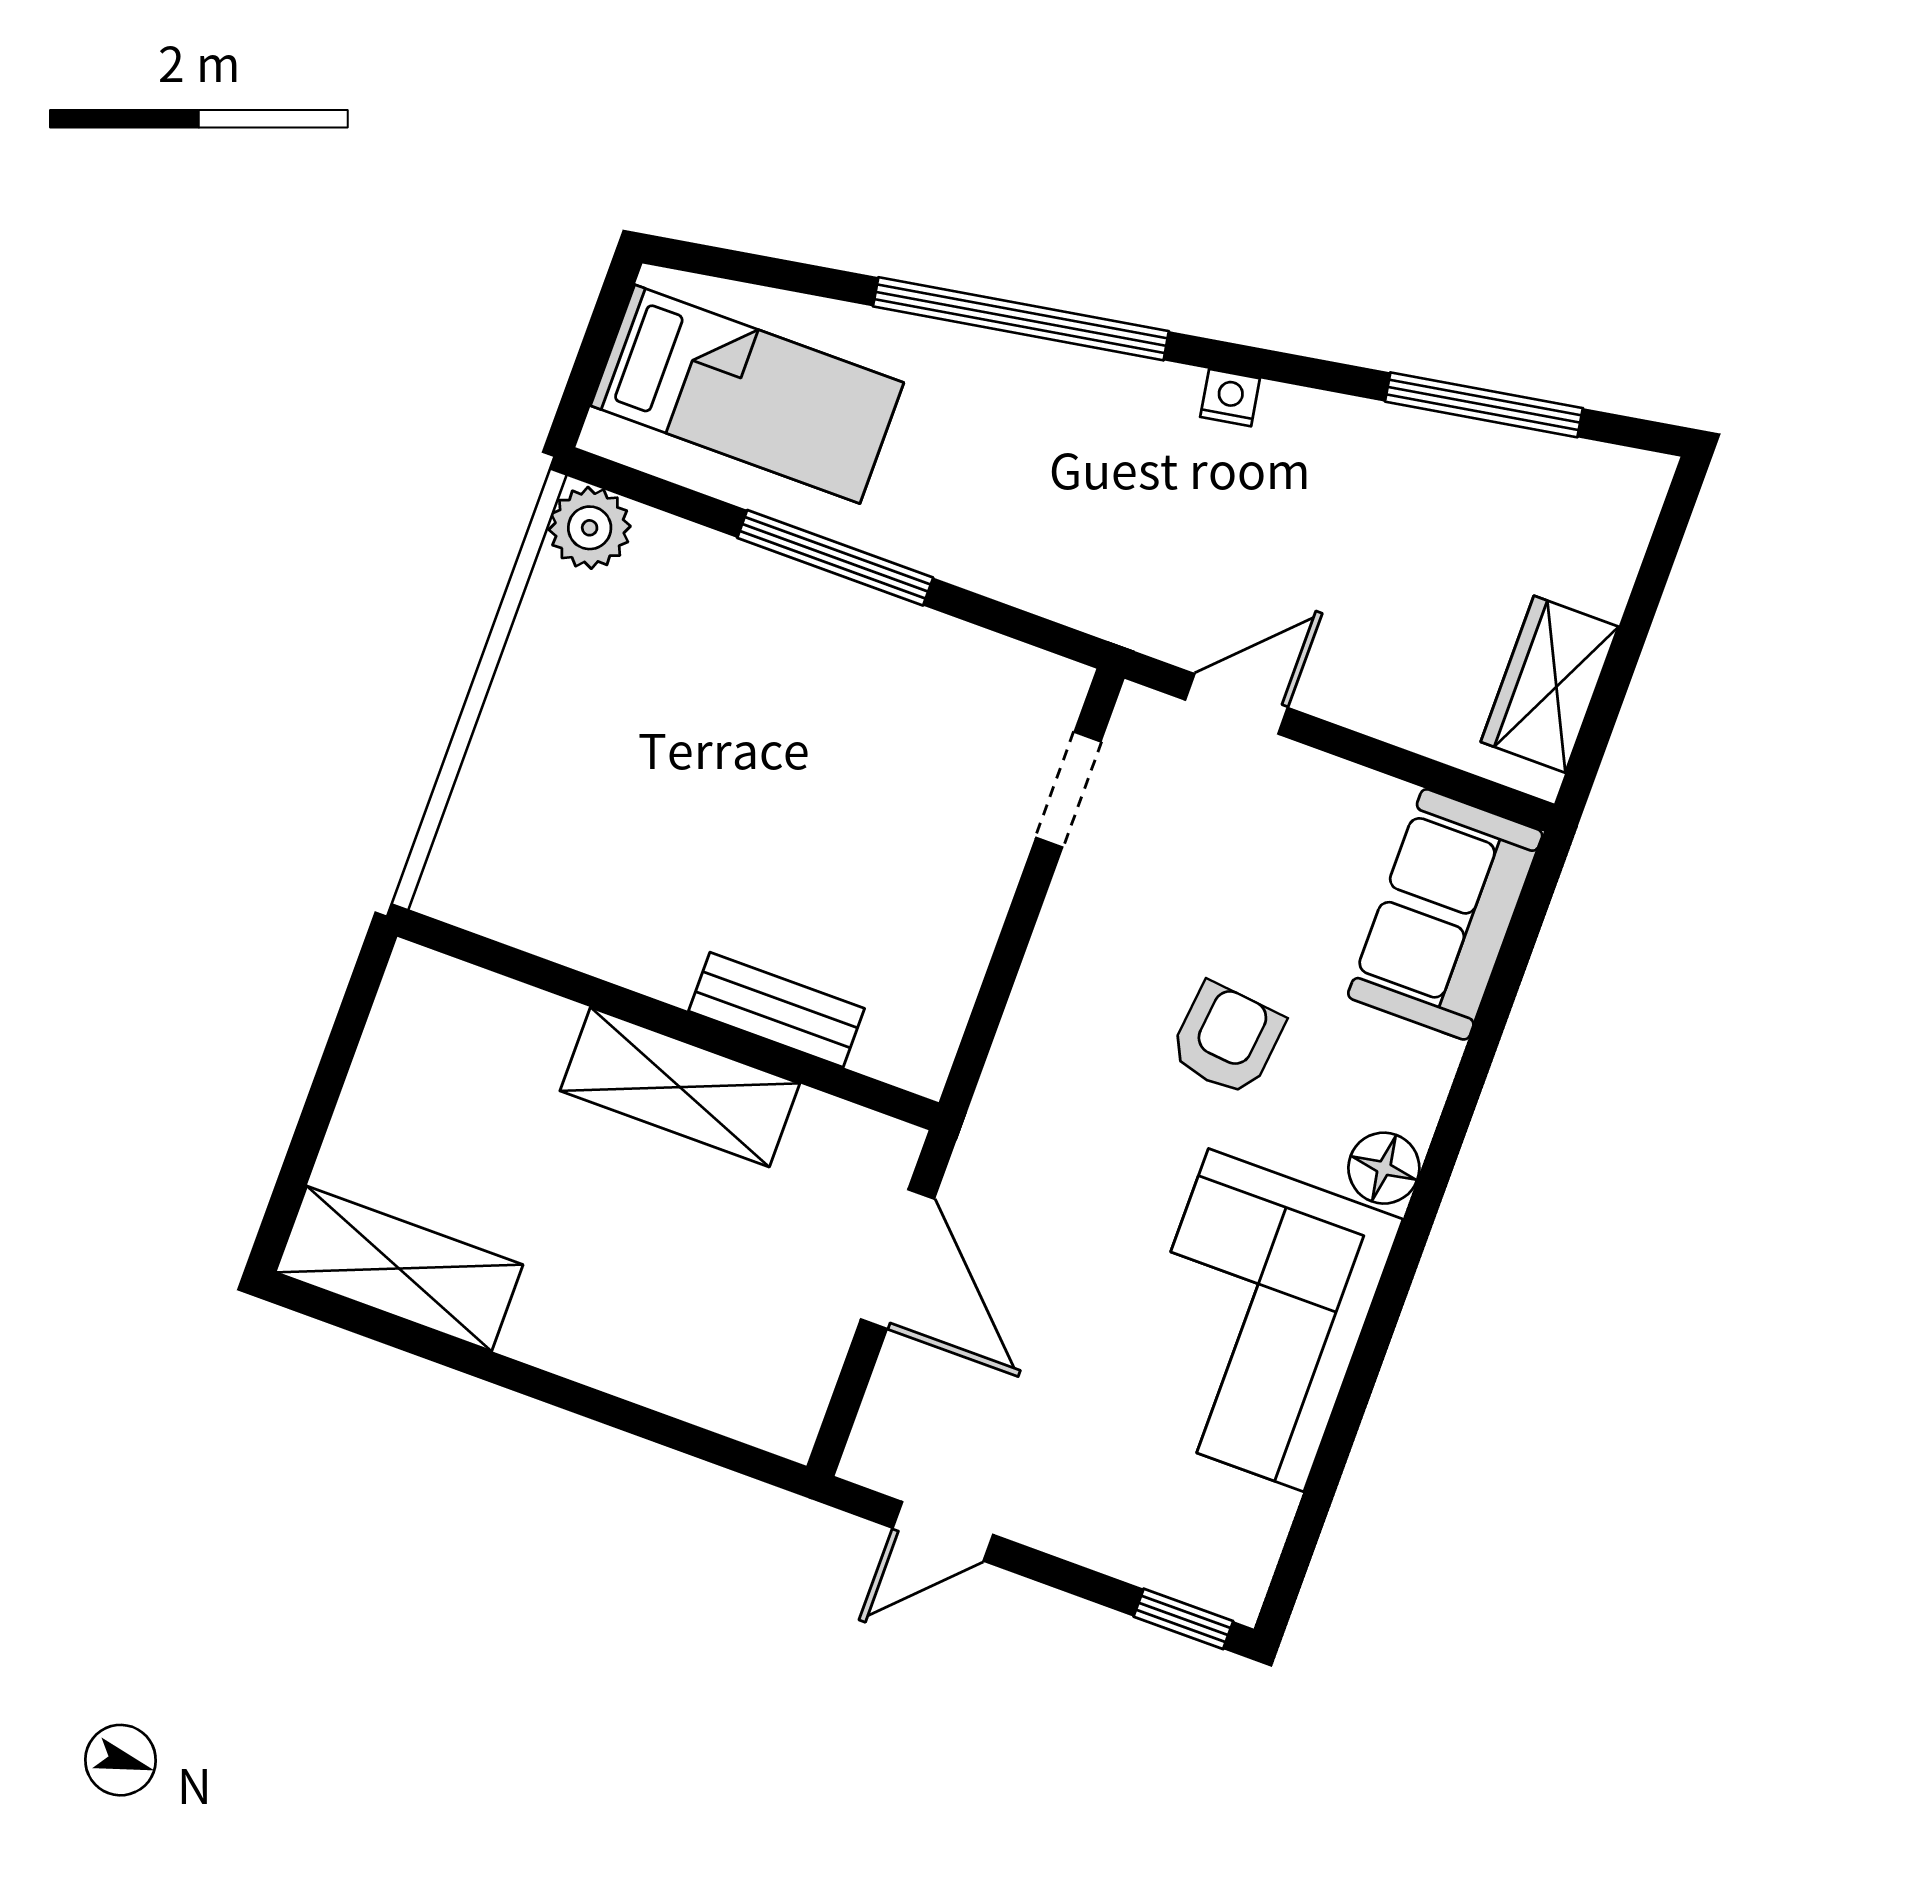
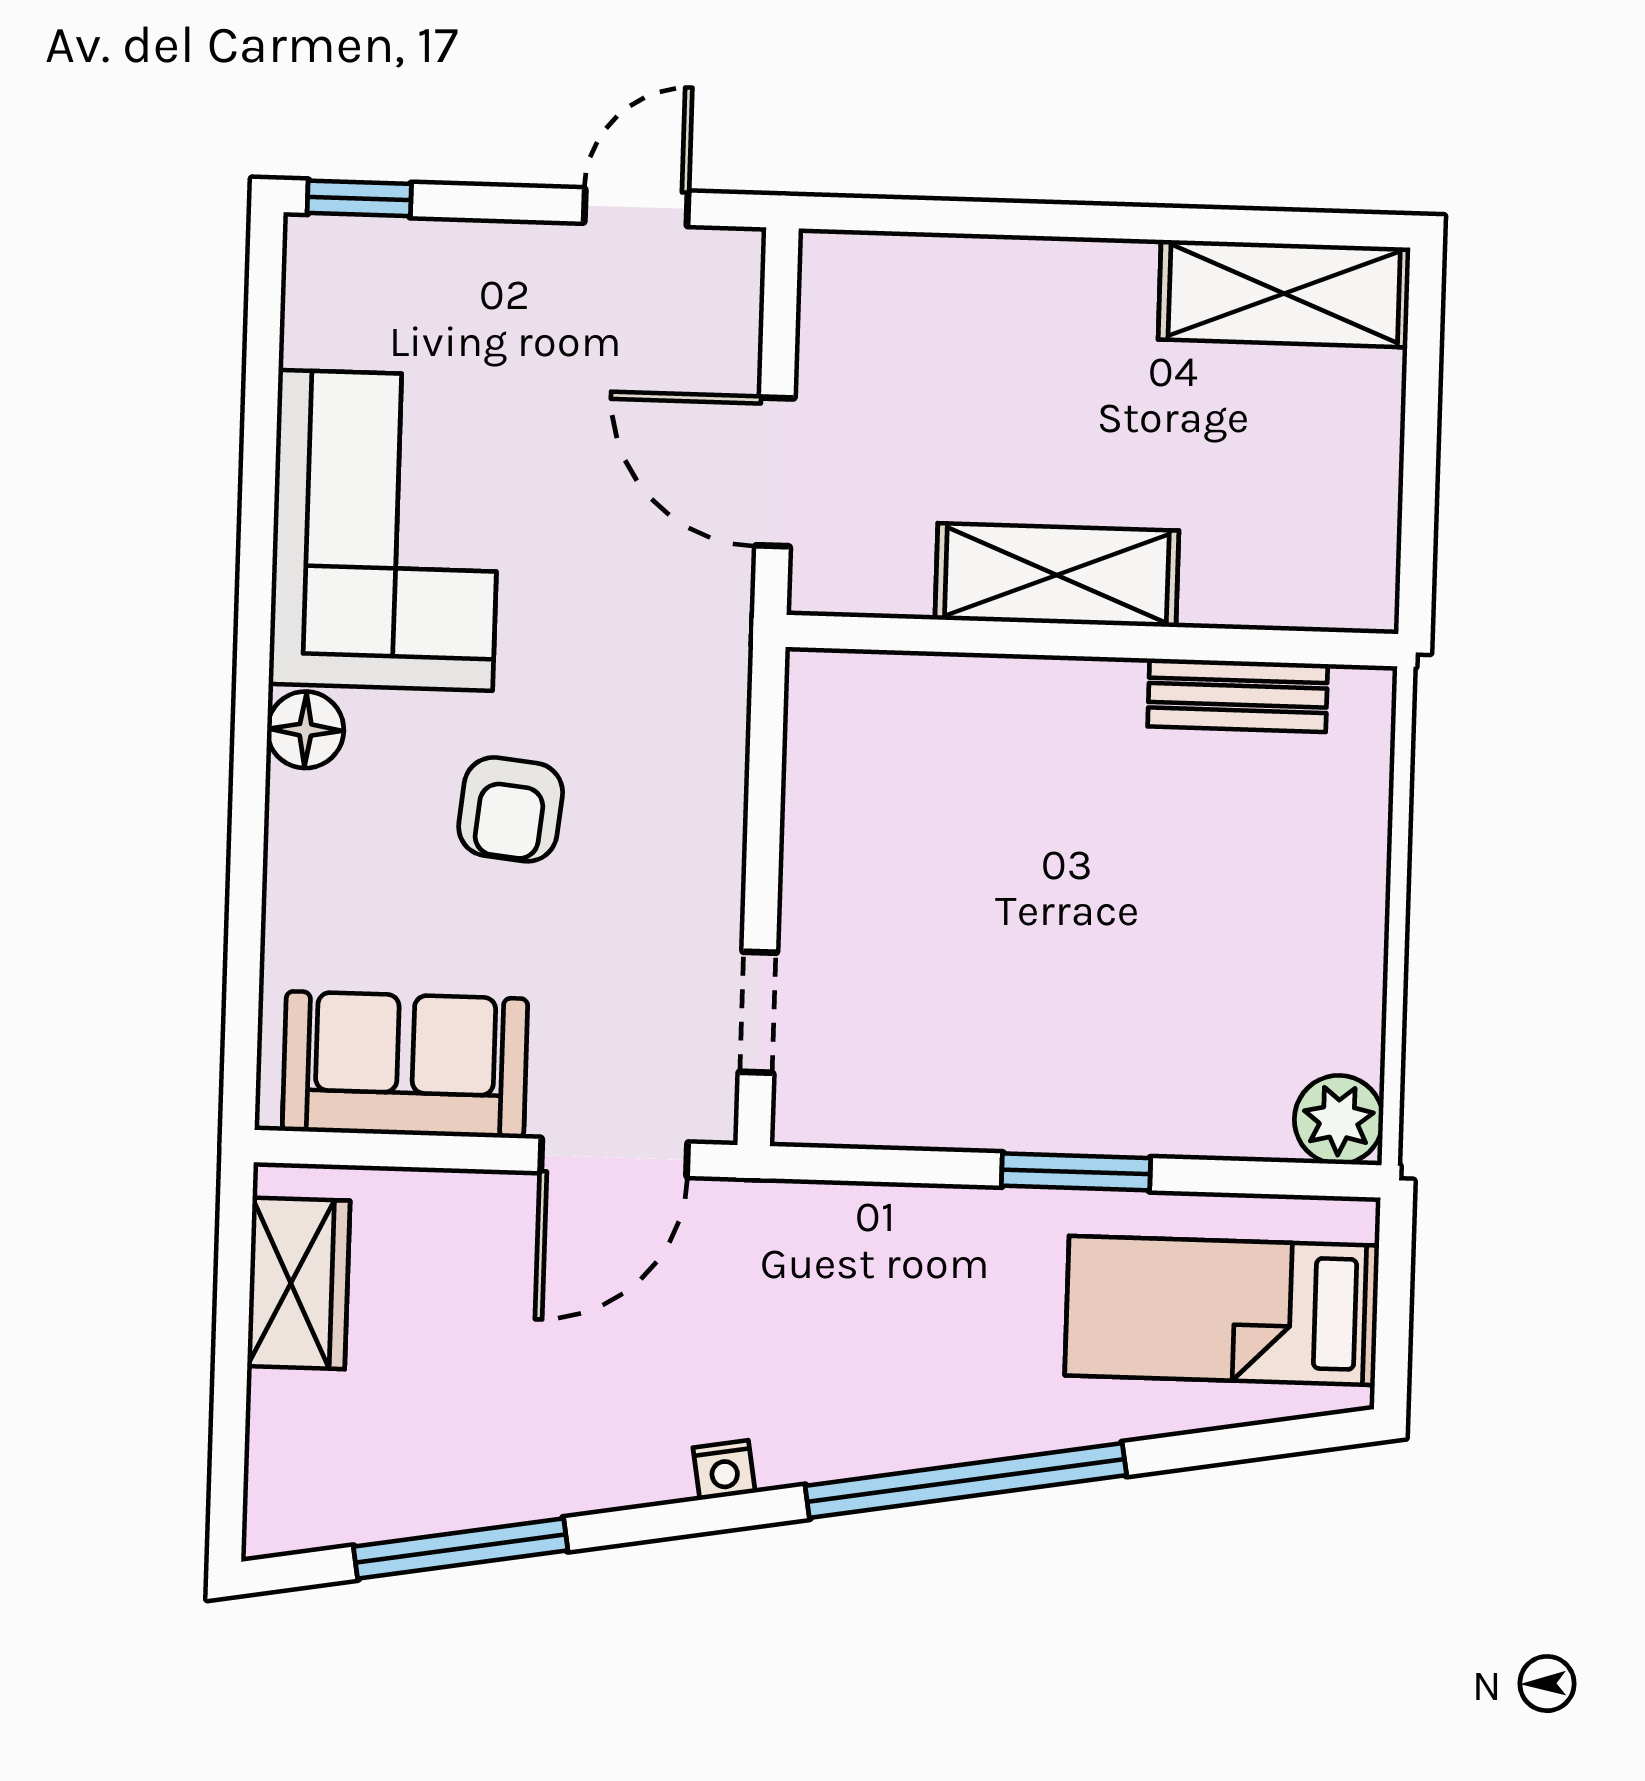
window: (835, 558) -> (1076, 1172), width x0.69
door: (1236, 704) -> (614, 1157), width x1.38
sofa: (1445, 914) -> (405, 1065), moved, turned -90
bench: (777, 1010) -> (1238, 695), moved

